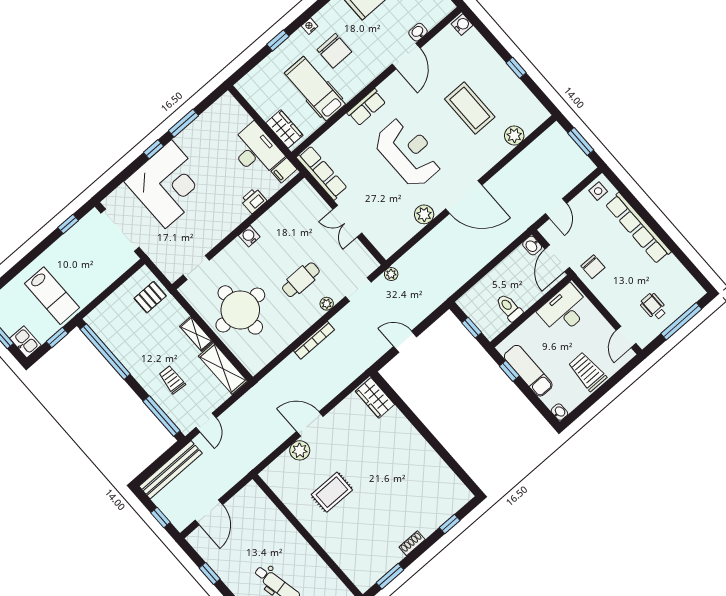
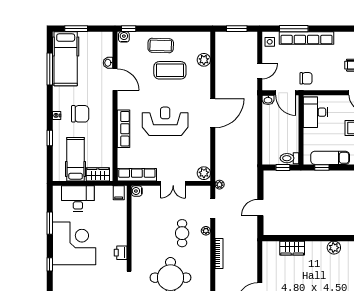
window: (516, 68) -> (129, 29), moved
coffee table: (488, 74) -> (161, 45), added
hospital bed: (315, 89) -> (76, 159), moved, turned 90
row of seats: (366, 107) -> (123, 129), width x1.48
window: (154, 149) -> (50, 264), moved
desk: (256, 151) -> (78, 199), moved
corner desk: (168, 184) -> (74, 243), moved
printer: (254, 201) -> (121, 253), moved
window: (636, 205) -> (294, 29), added
door: (556, 209) -> (260, 71), hinge flipped
plant: (424, 214) -> (204, 173), moved
water cooler: (249, 236) -> (137, 191), moved
toilet: (509, 308) -> (289, 158), moved
wardrobe: (375, 398) -> (292, 248), moved
plant: (432, 462) -> (334, 248), added

